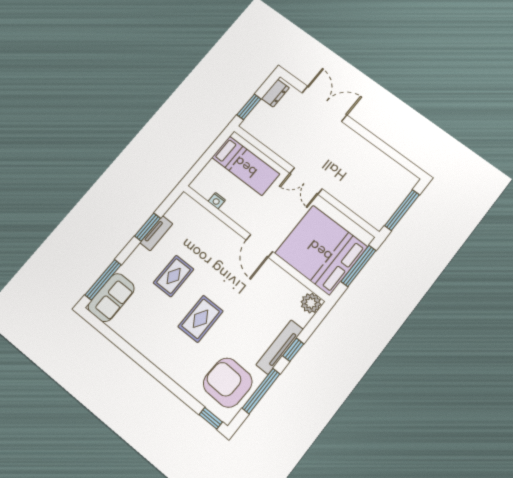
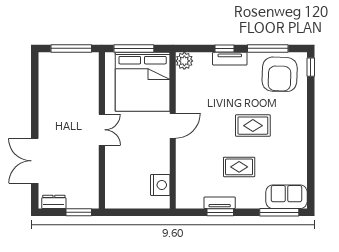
bed: (246, 166) -> (124, 180), removed
nightstand: (217, 201) -> (160, 185), width x1.89, depth x1.79
tv unit: (280, 347) -> (230, 59), width x0.71

